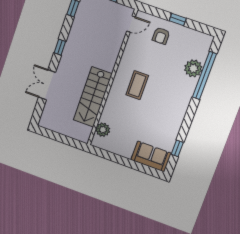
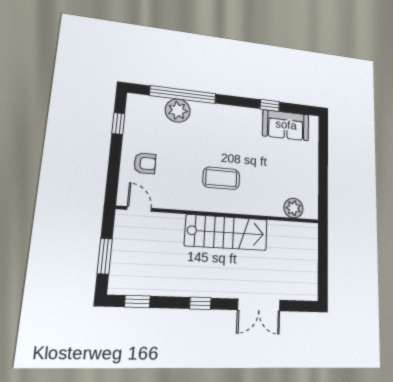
window: (178, 19) -> (118, 124), moved
stairs: (93, 97) -> (226, 232), moved
window: (177, 148) -> (270, 105), moved
sofa: (151, 156) -> (286, 125), moved, turned -90

